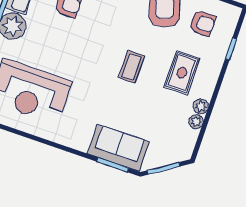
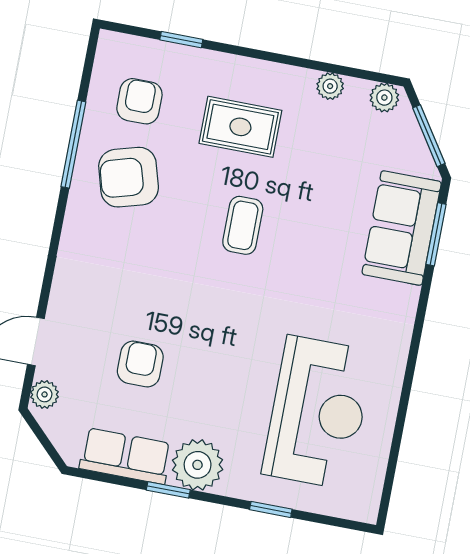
coffee table: (131, 67) -> (243, 225), turned 90
plant: (201, 106) -> (384, 98), moved

